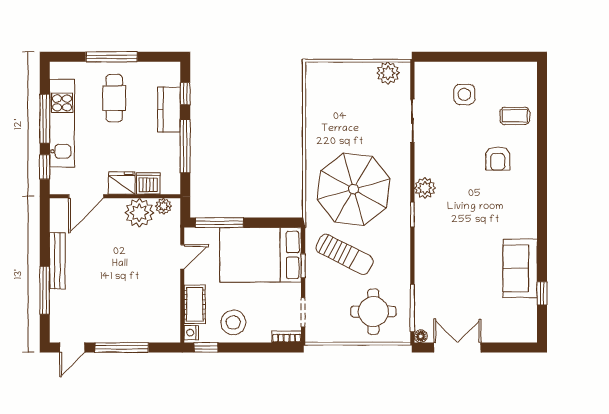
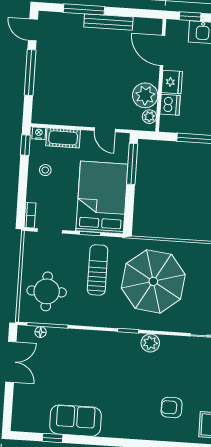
sun lounger: (345, 254) -> (98, 270), turned 153
stool: (233, 322) -> (45, 170), width x0.53, depth x0.53
floor lamp: (421, 336) -> (41, 332), moved

